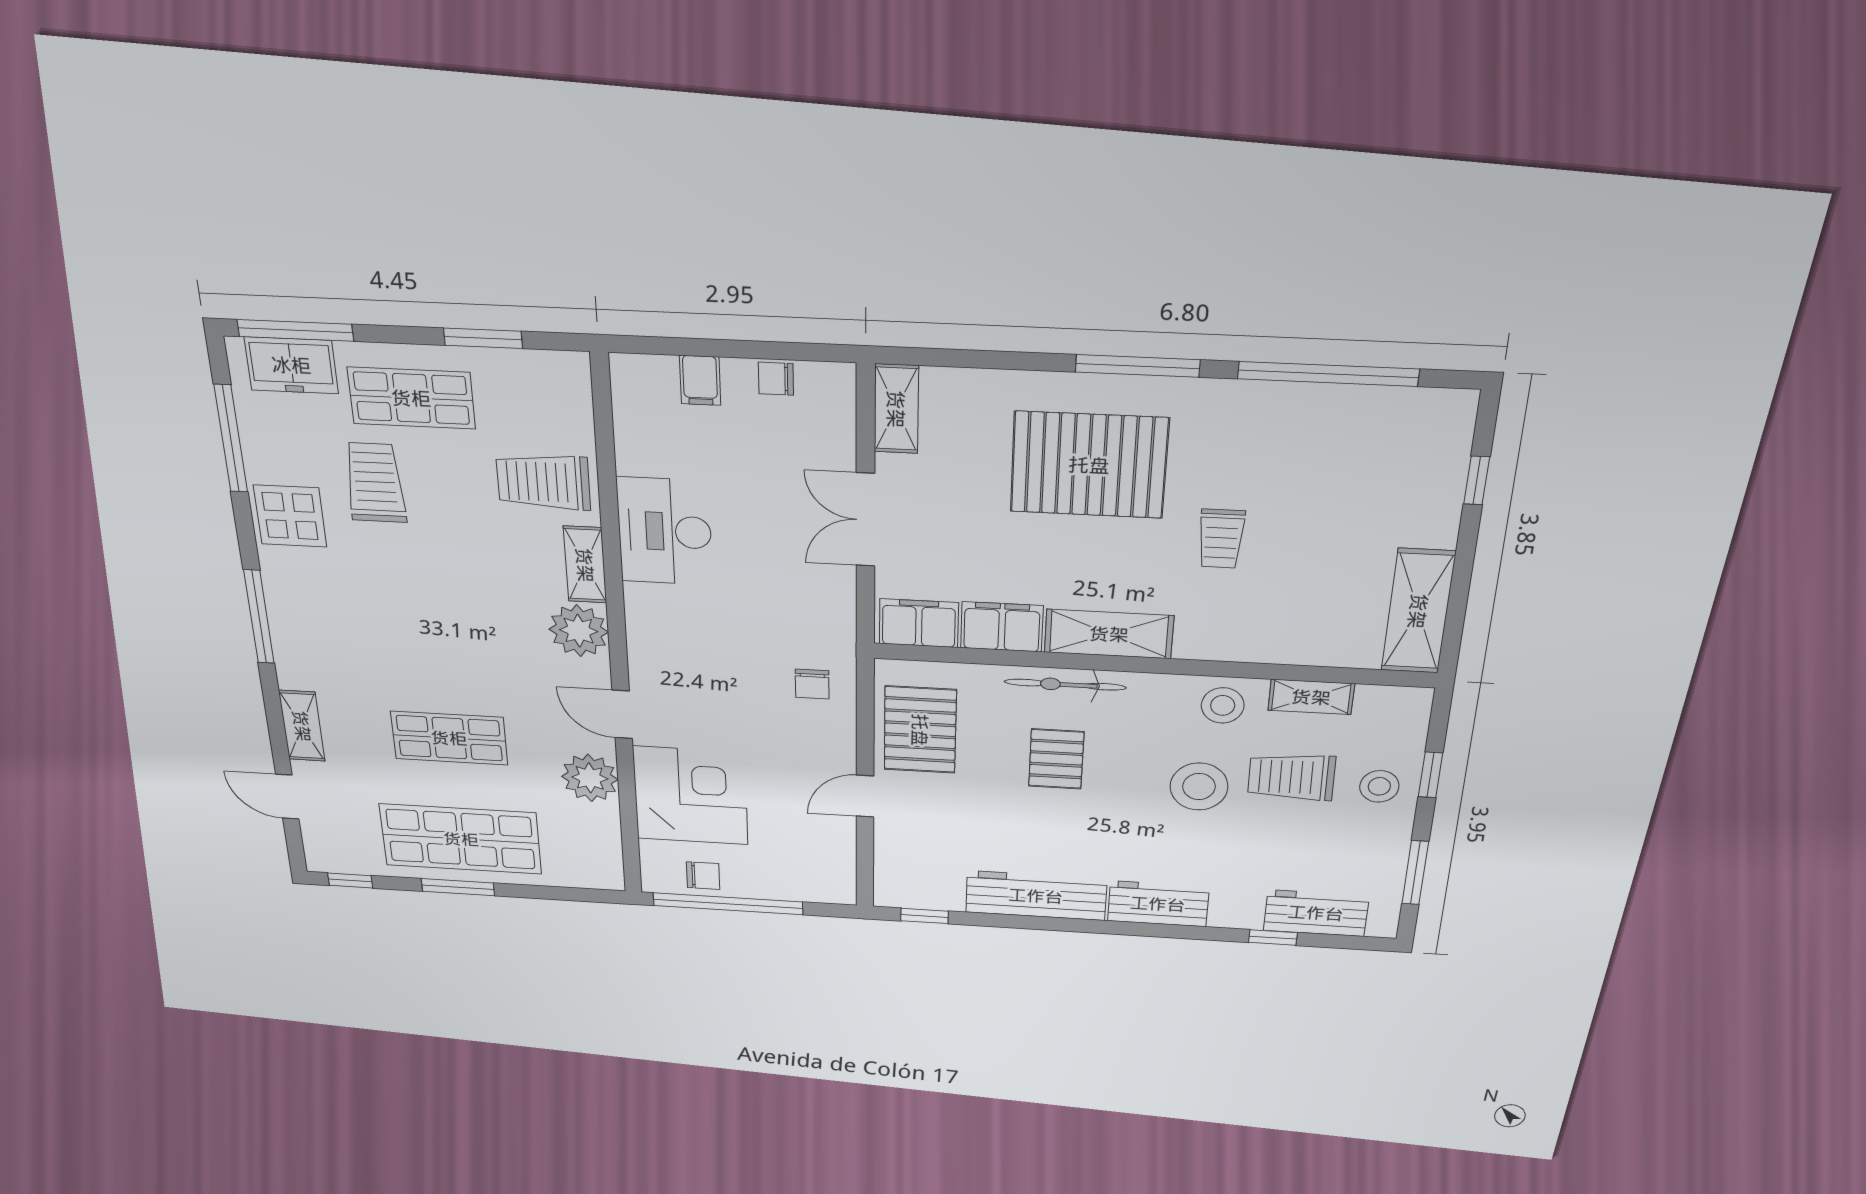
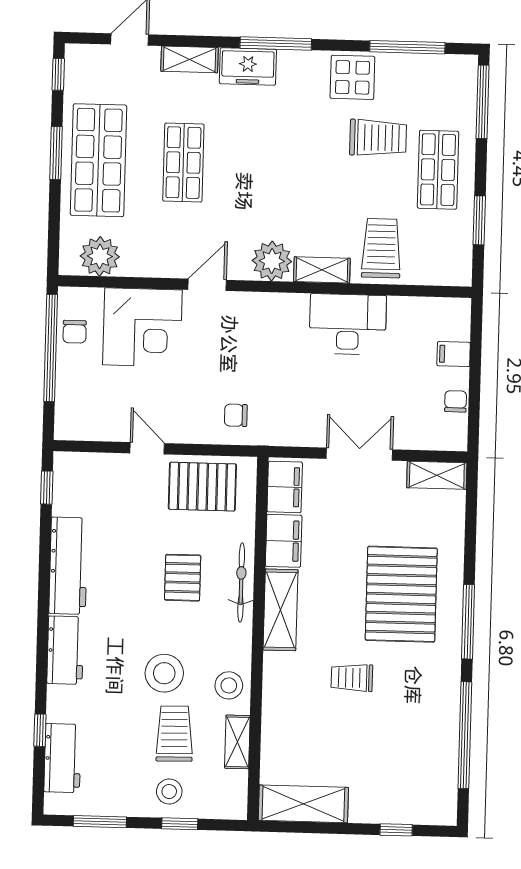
freezer: (291, 365) -> (248, 66), moved, turned -90
pallet: (1056, 759) -> (183, 578), turned 90
plant: (590, 778) -> (100, 256), moved

